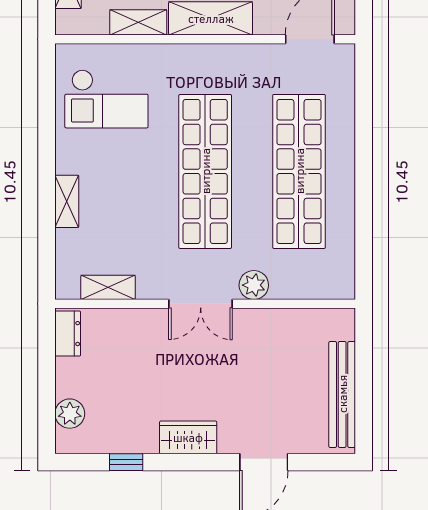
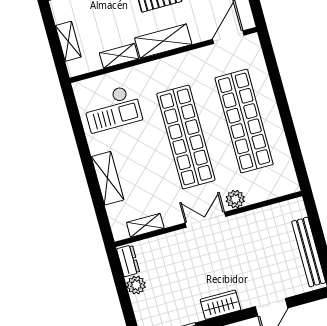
shelving: (67, 201) -> (108, 178), width x1.50, depth x1.33
double door: (201, 304) -> (205, 220), swing flipped
plant: (70, 414) -> (136, 285), moved

